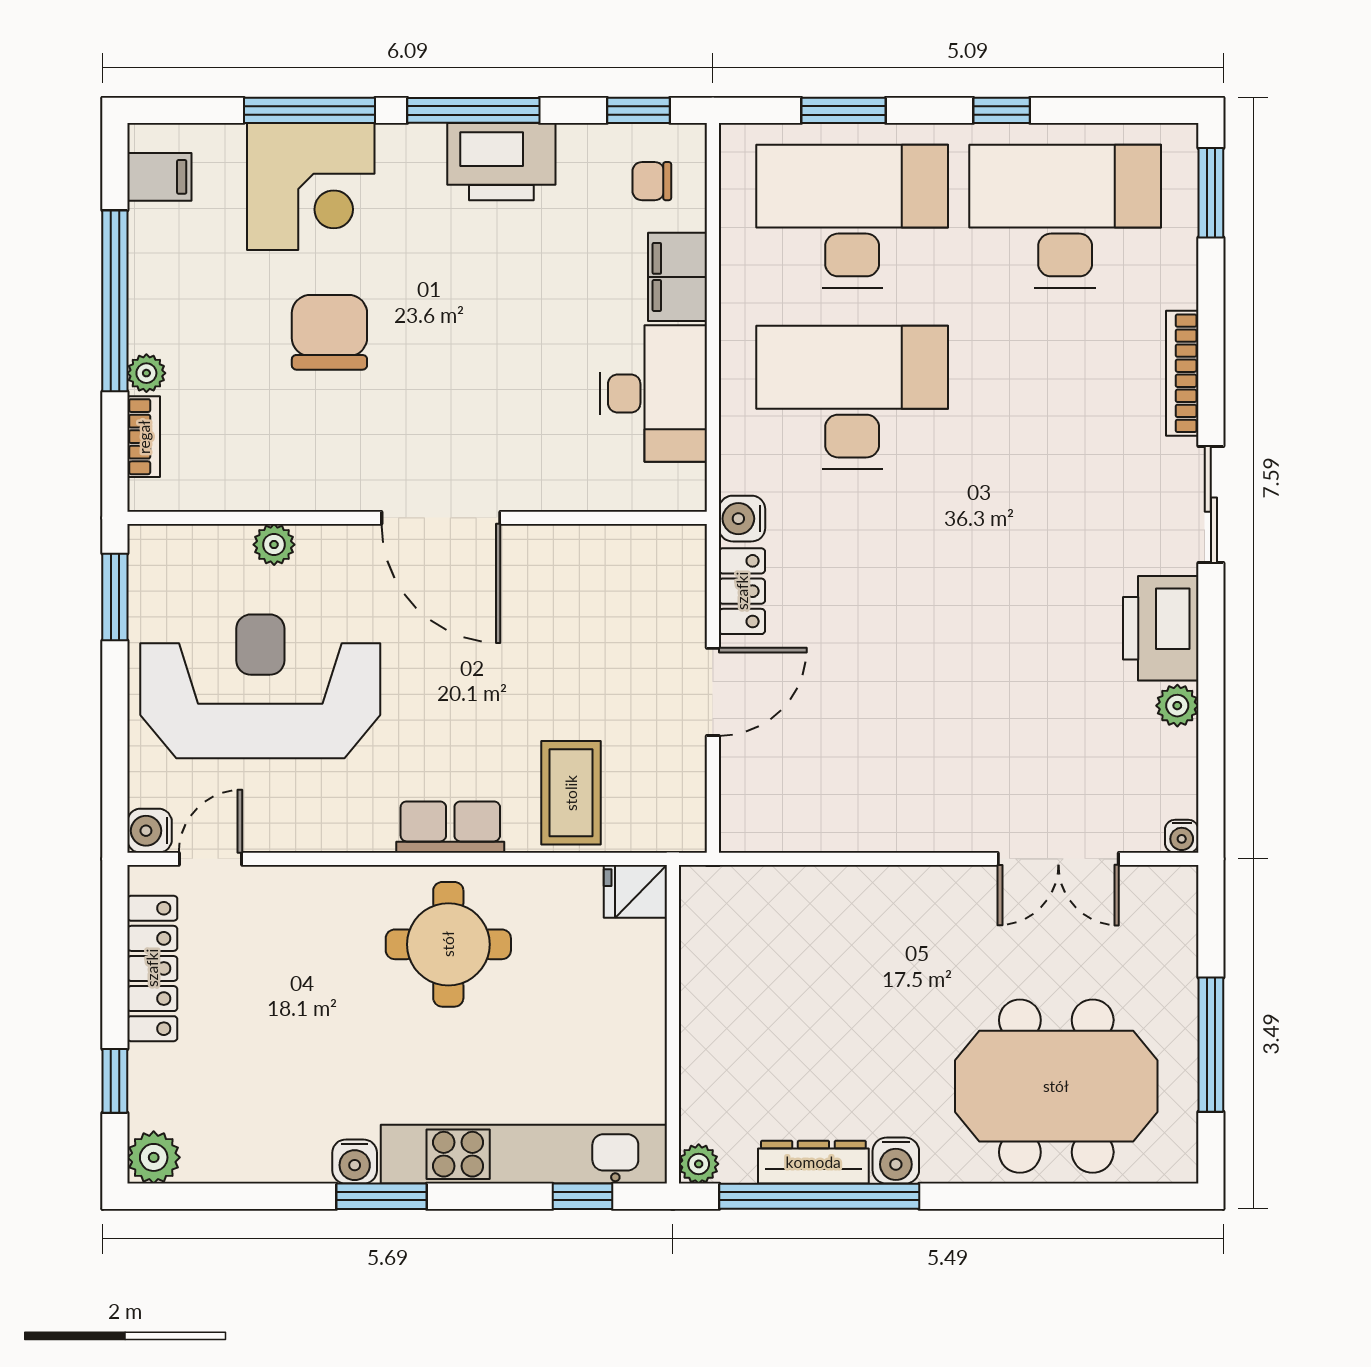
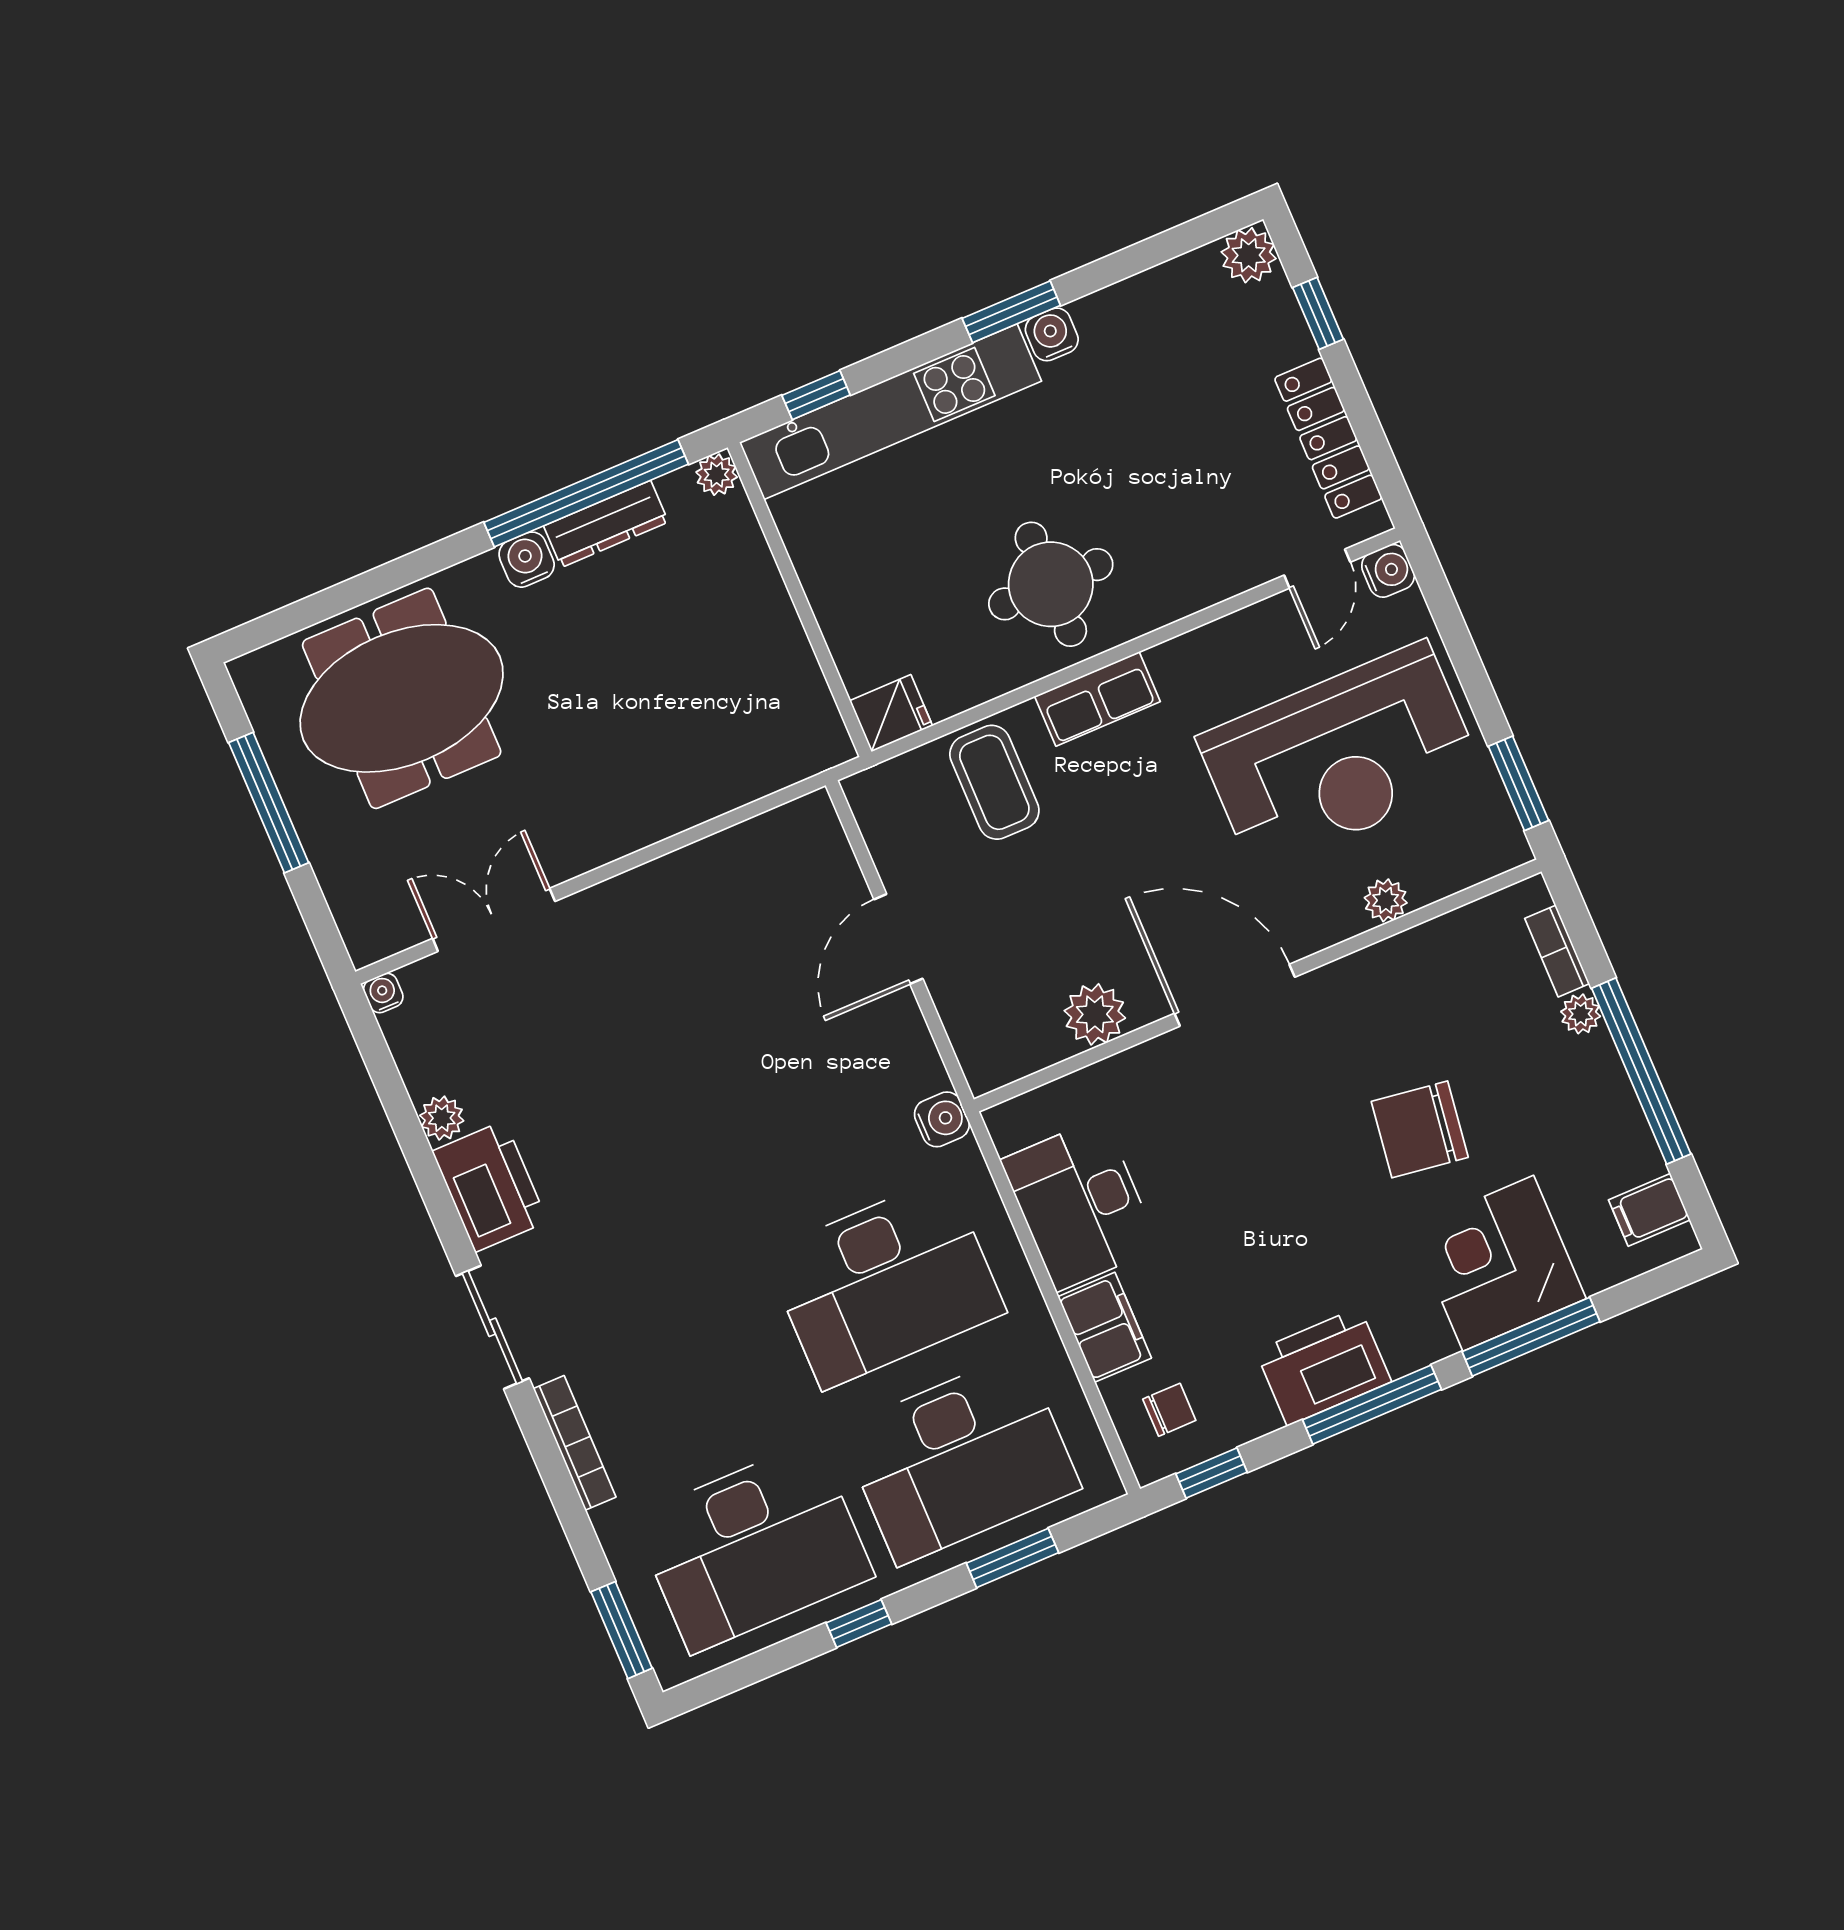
chair: (329, 332) -> (1420, 1129), turned 98
plant: (570, 553) -> (1095, 1014), added
locker: (742, 591) -> (912, 1049), removed

